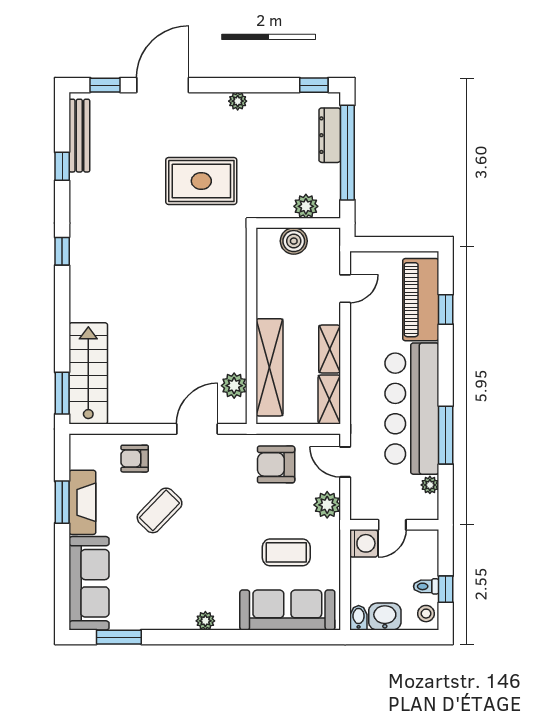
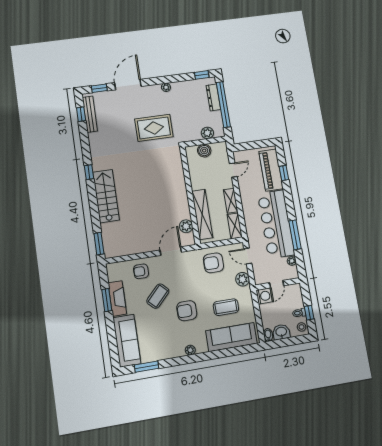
window: (62, 166) -> (81, 114), moved
stairs: (88, 373) -> (106, 196), moved
armchair: (210, 547) -> (187, 311), added

